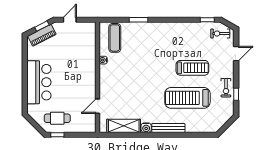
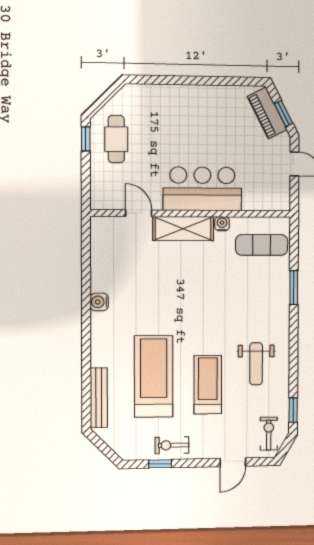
weight bench: (181, 41) -> (256, 364), added
door: (236, 54) -> (233, 462), hinge flipped
treadmill: (192, 68) -> (208, 385), turned 180
bar counter: (39, 82) -> (202, 189), moved, turned 180
shelving: (124, 126) -> (183, 229), moved, turned 90
bench: (168, 128) -> (99, 398), moved

